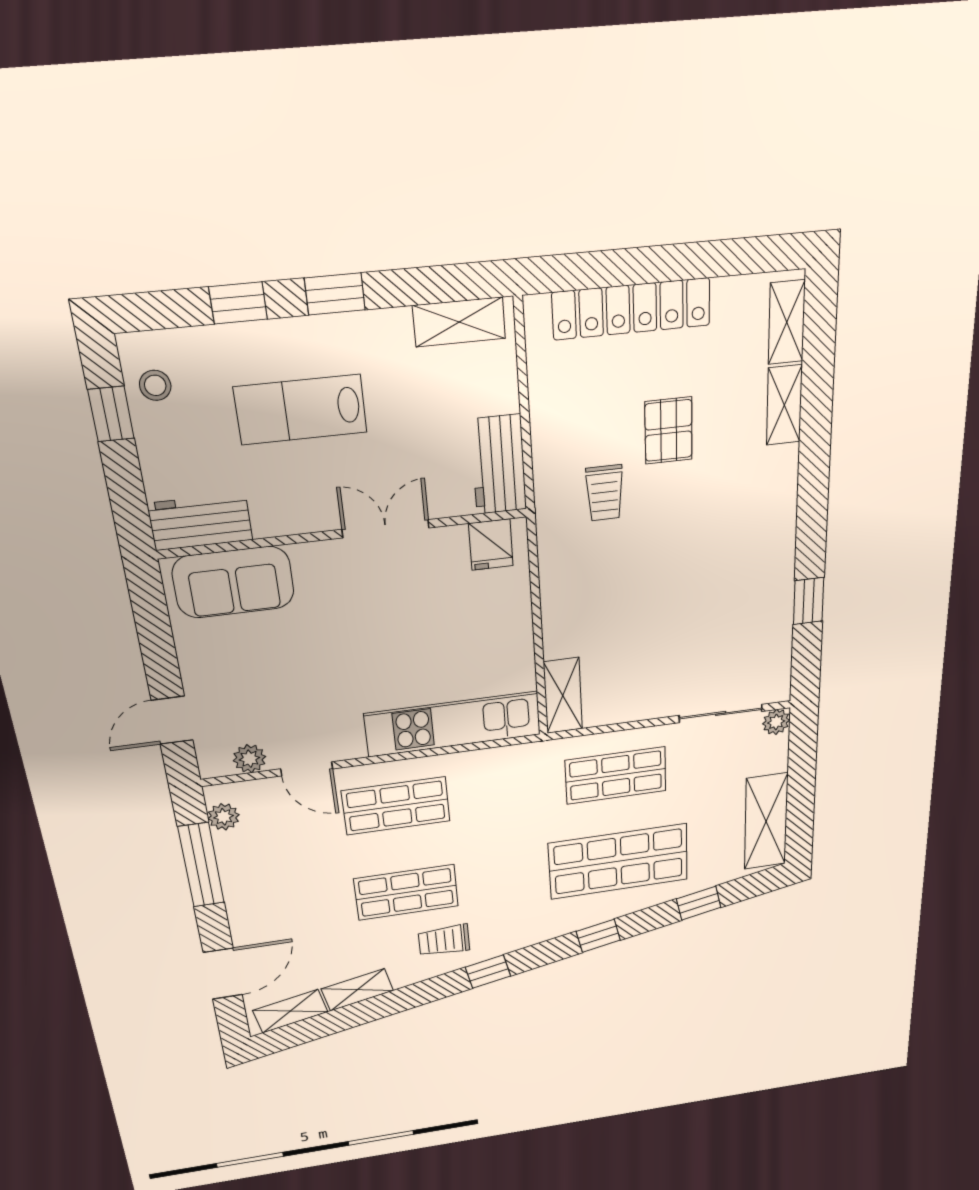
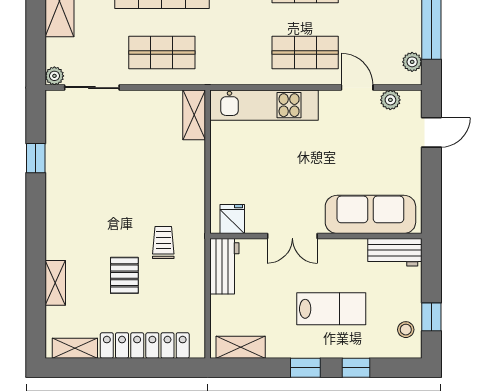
shelving: (787, 322) -> (75, 348), moved, turned 90
sofa: (233, 582) -> (370, 214), width x1.36

